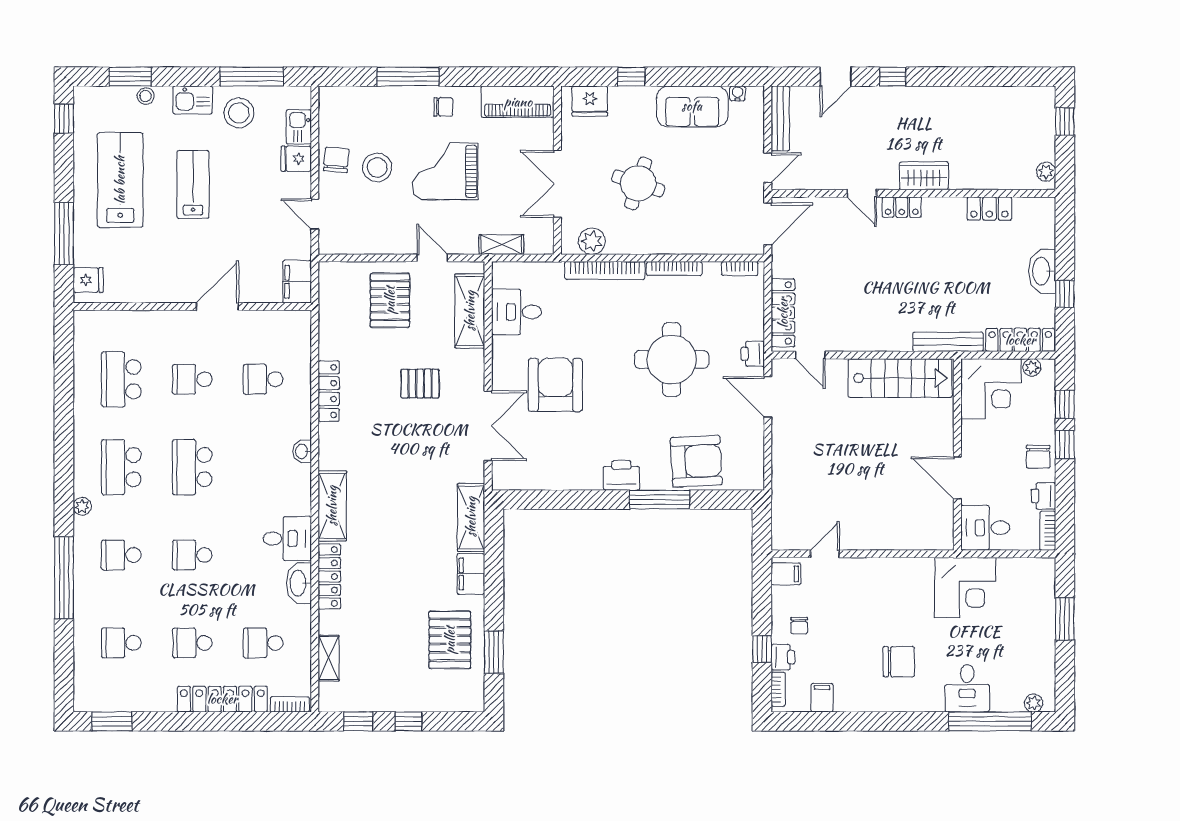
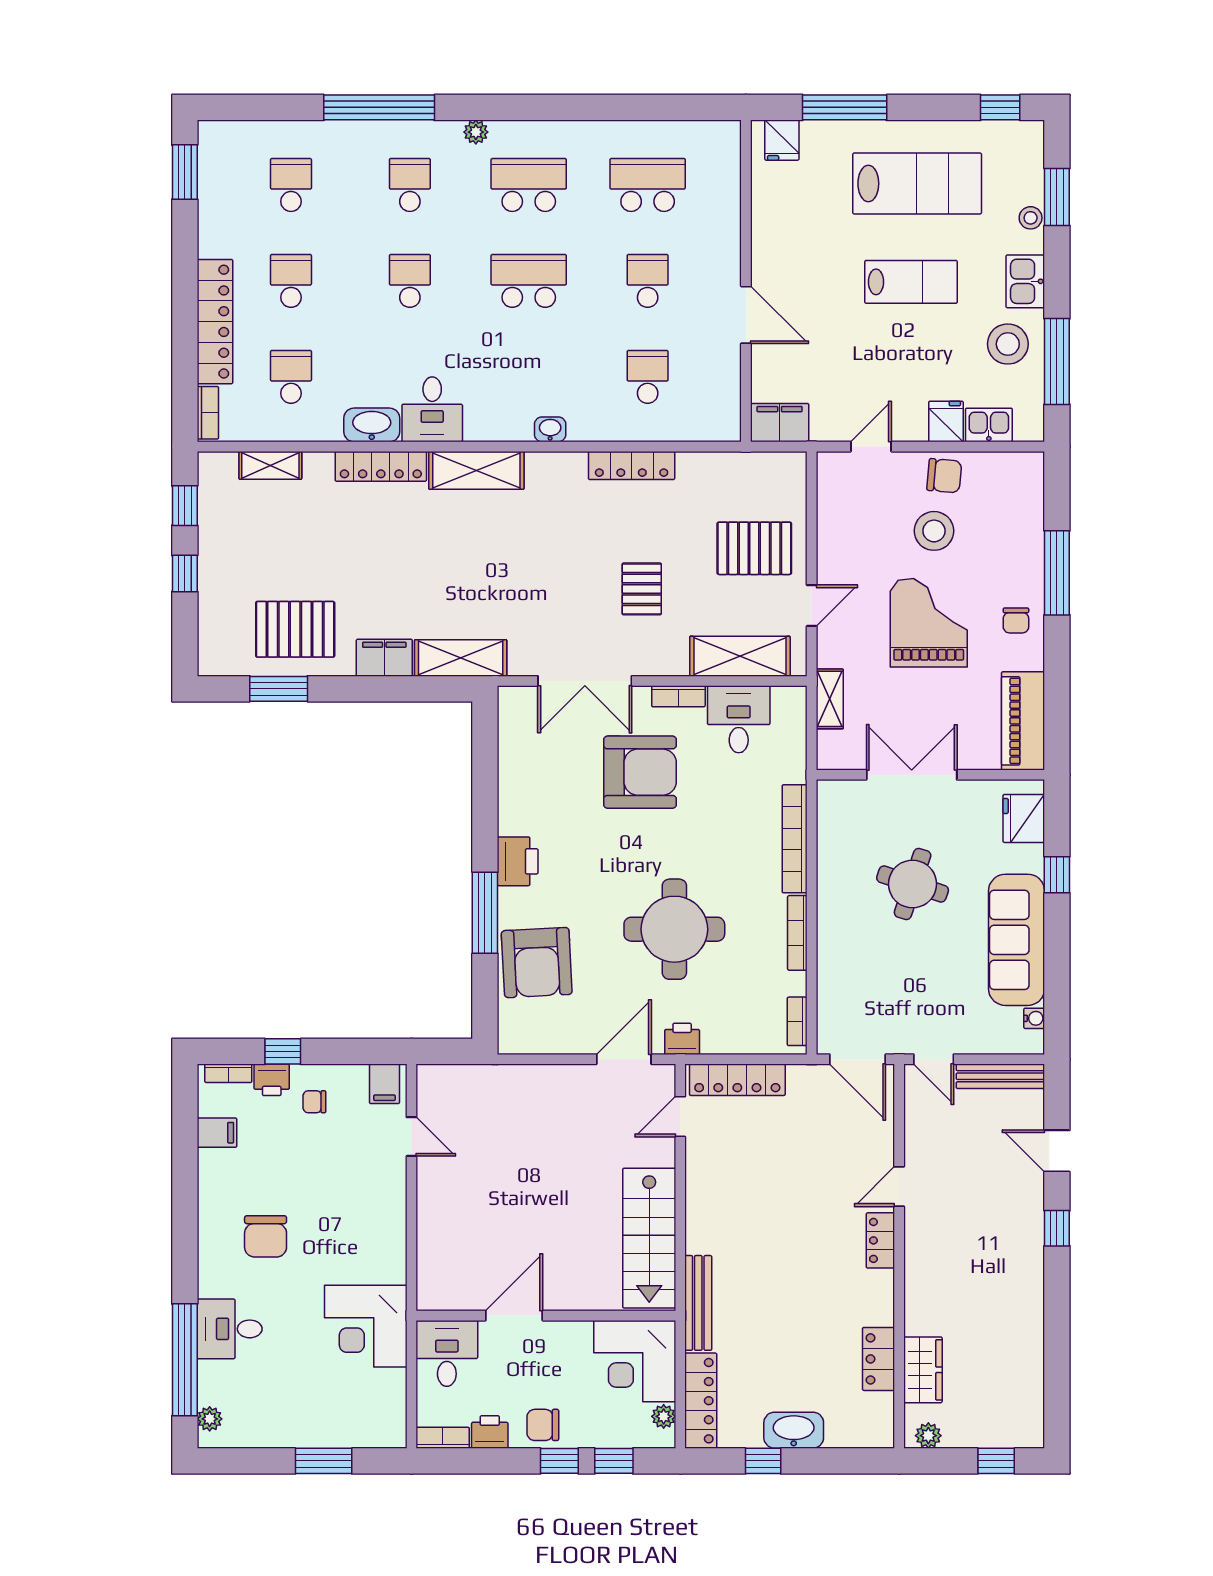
sofa: (692, 106) -> (1017, 940), width x1.36
wardrobe: (924, 176) -> (923, 1370), moved
plant: (592, 241) -> (834, 821), removed
bookcase: (499, 356) -> (678, 696), added

